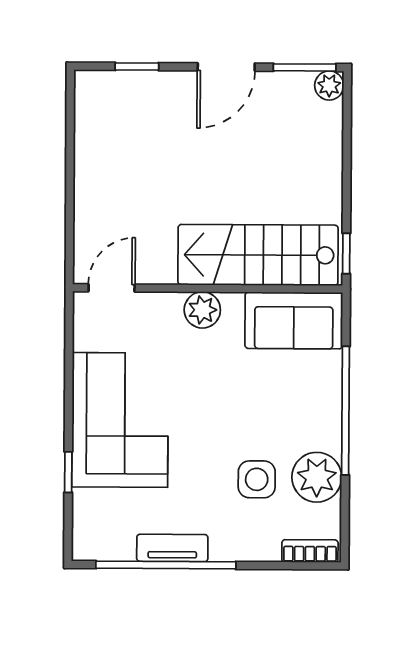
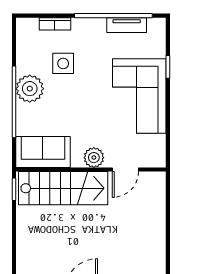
door: (112, 288) -> (125, 170), moved
plant: (317, 477) -> (30, 89), moved
tv unit: (172, 548) -> (127, 25), moved
bookcase: (310, 551) -> (55, 24), moved

